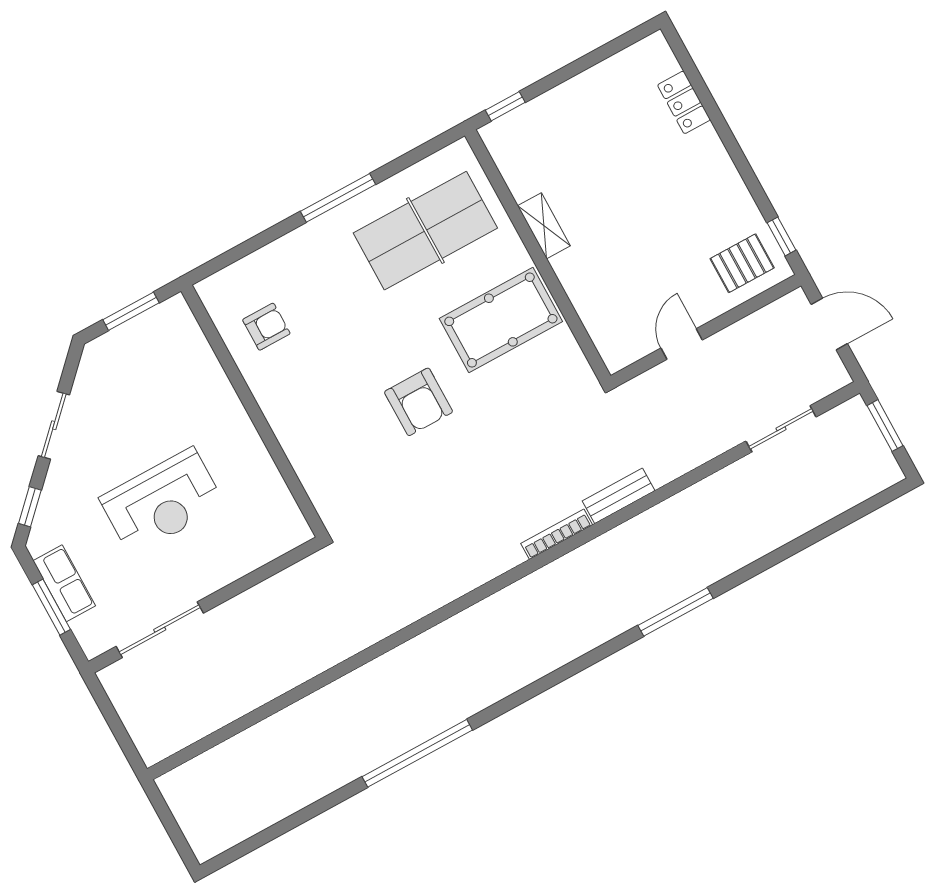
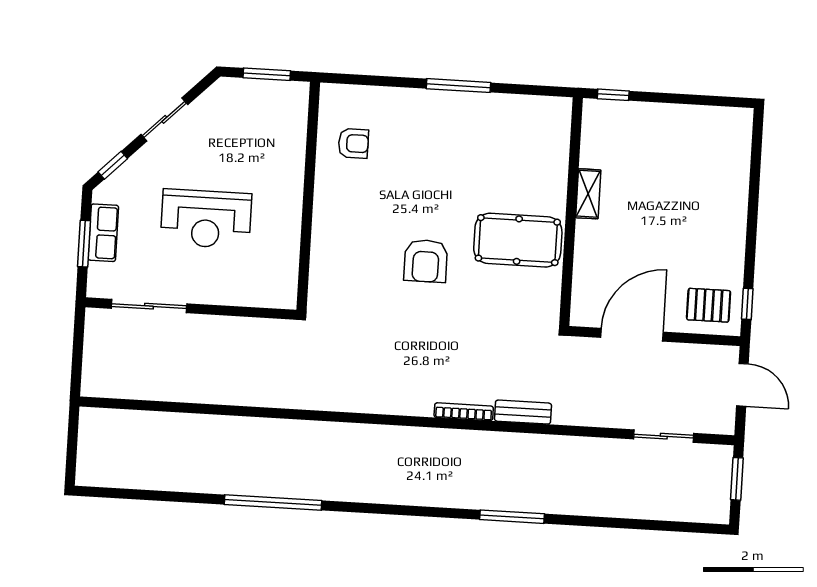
locker: (684, 102) -> (738, 169), removed
table tennis table: (425, 231) -> (504, 146), removed
door: (682, 344) -> (632, 335), width x1.87

